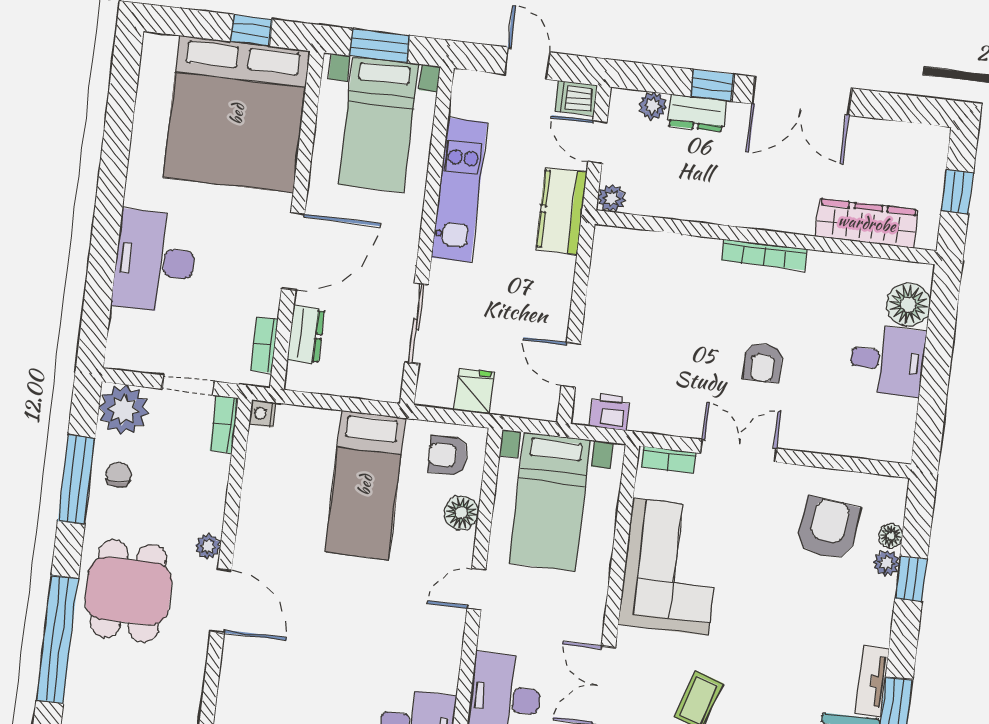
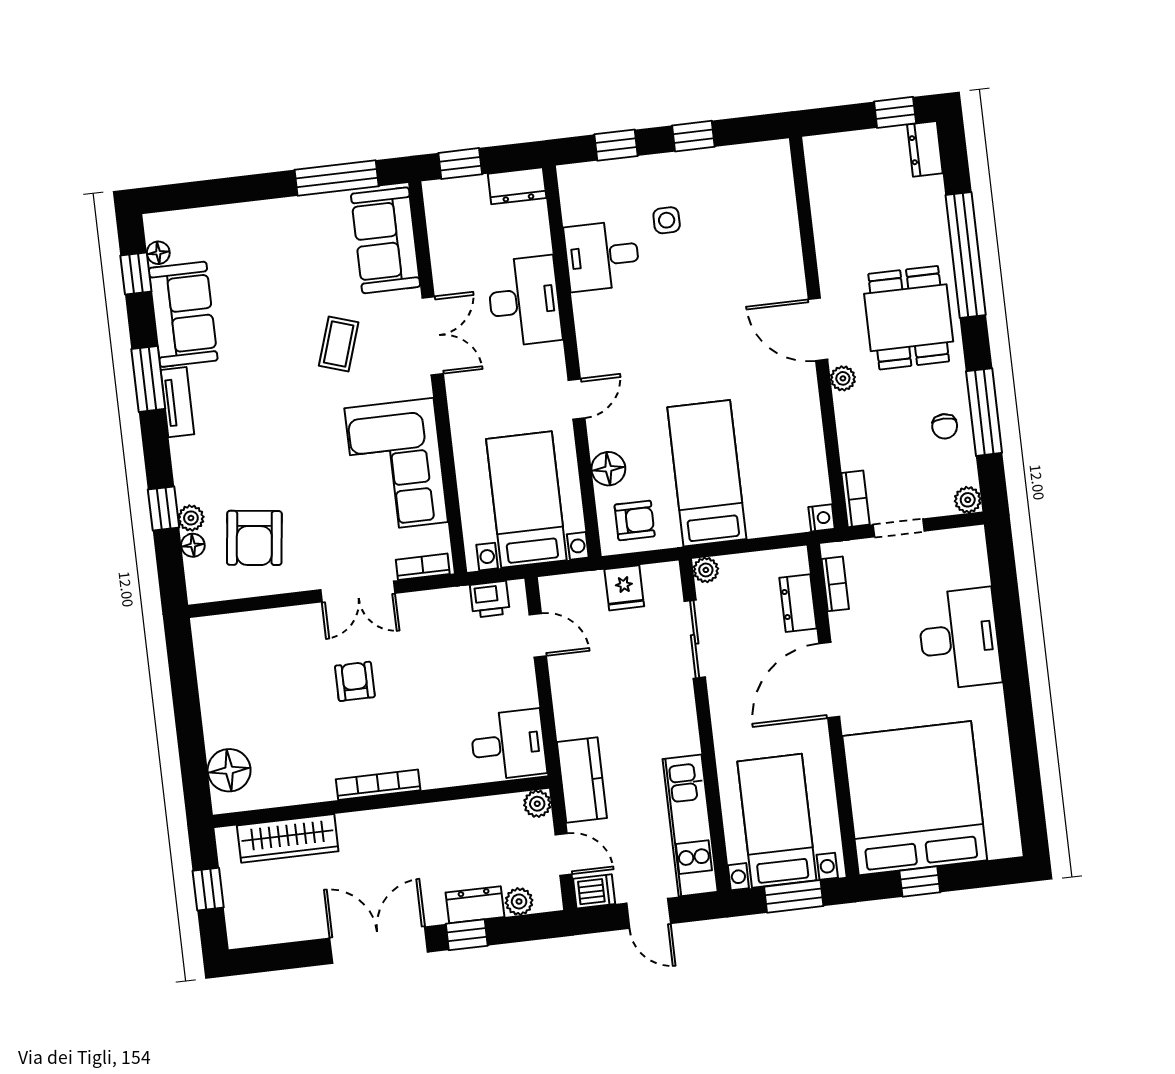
kitchen unit: (459, 190) -> (690, 825), moved
desk: (887, 360) -> (508, 745), moved, turned 180
plant: (389, 389) -> (706, 570), added
plant: (124, 410) -> (968, 500), width x0.53, depth x0.53

